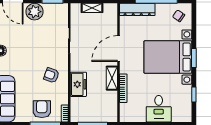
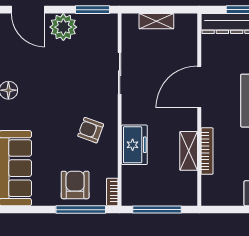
shelving: (112, 78) -> (189, 151), moved

